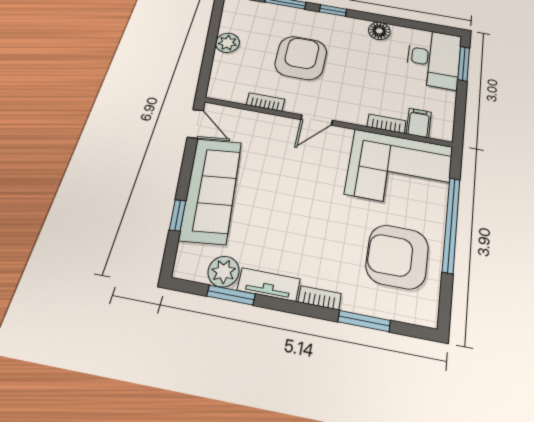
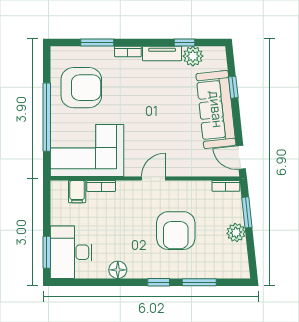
window: (208, 61) -> (247, 212), added
bookcase: (265, 102) -> (226, 186), moved
window: (231, 295) -> (184, 43), width x0.67

